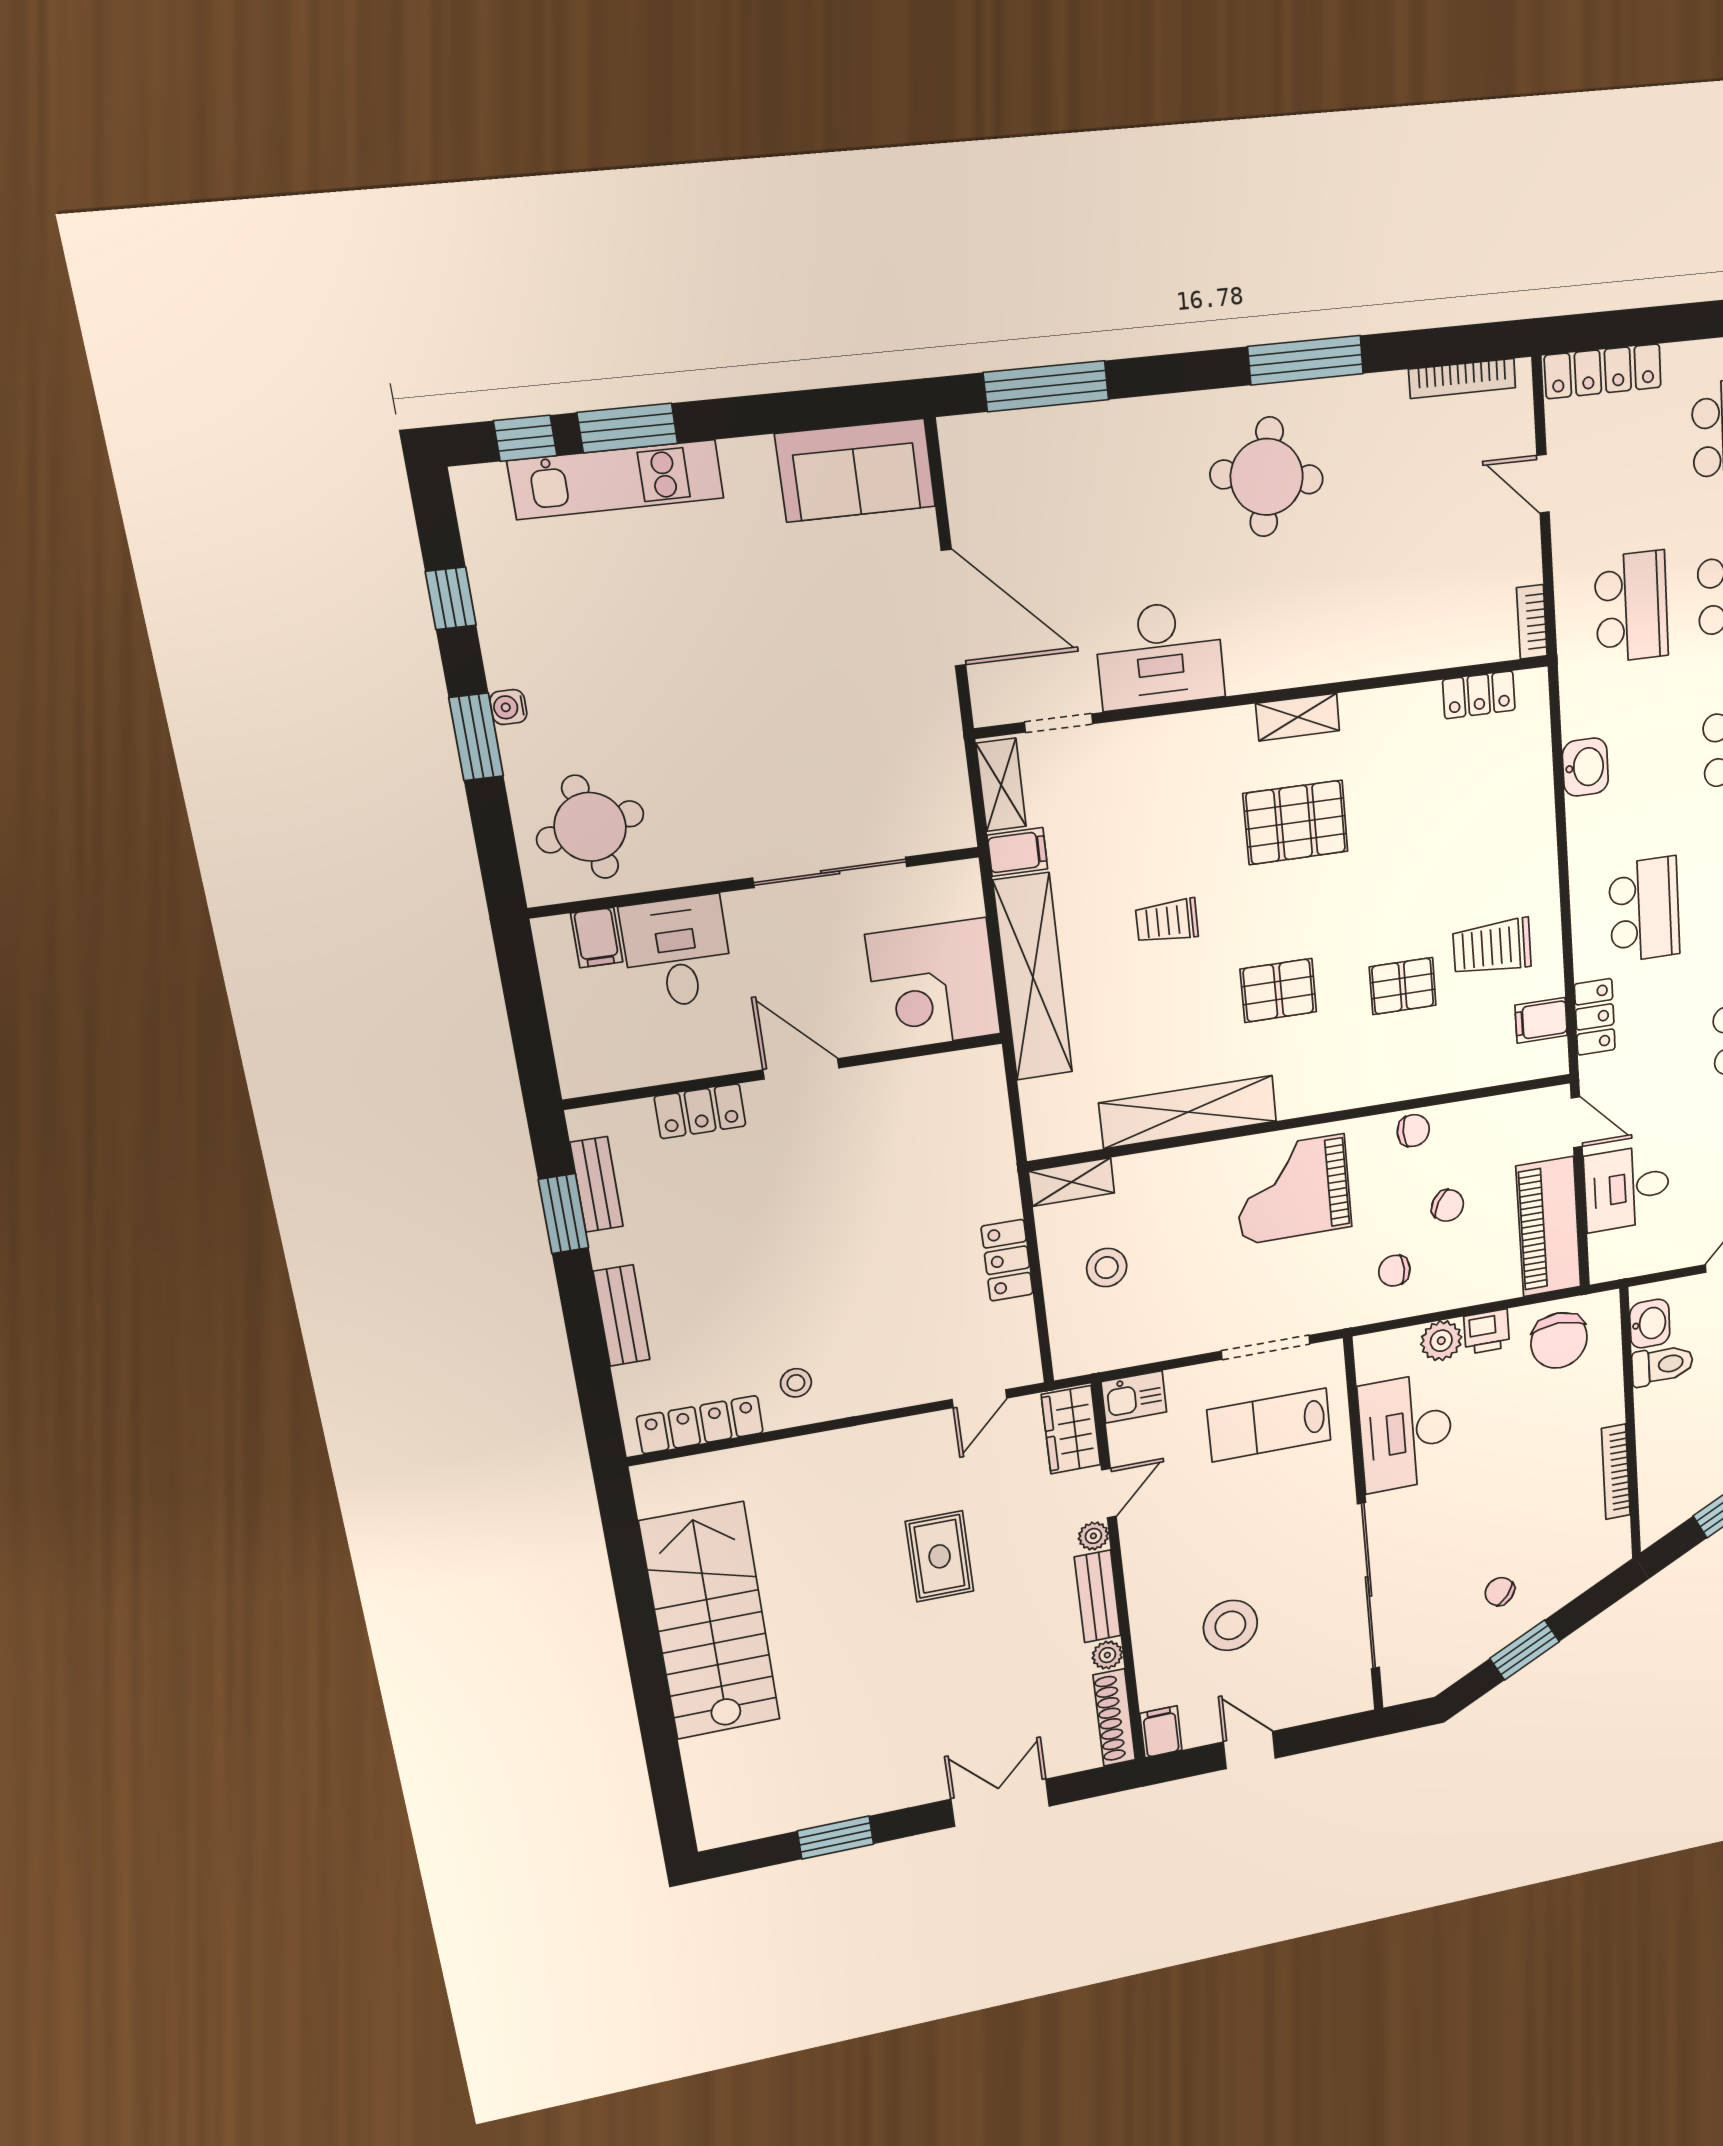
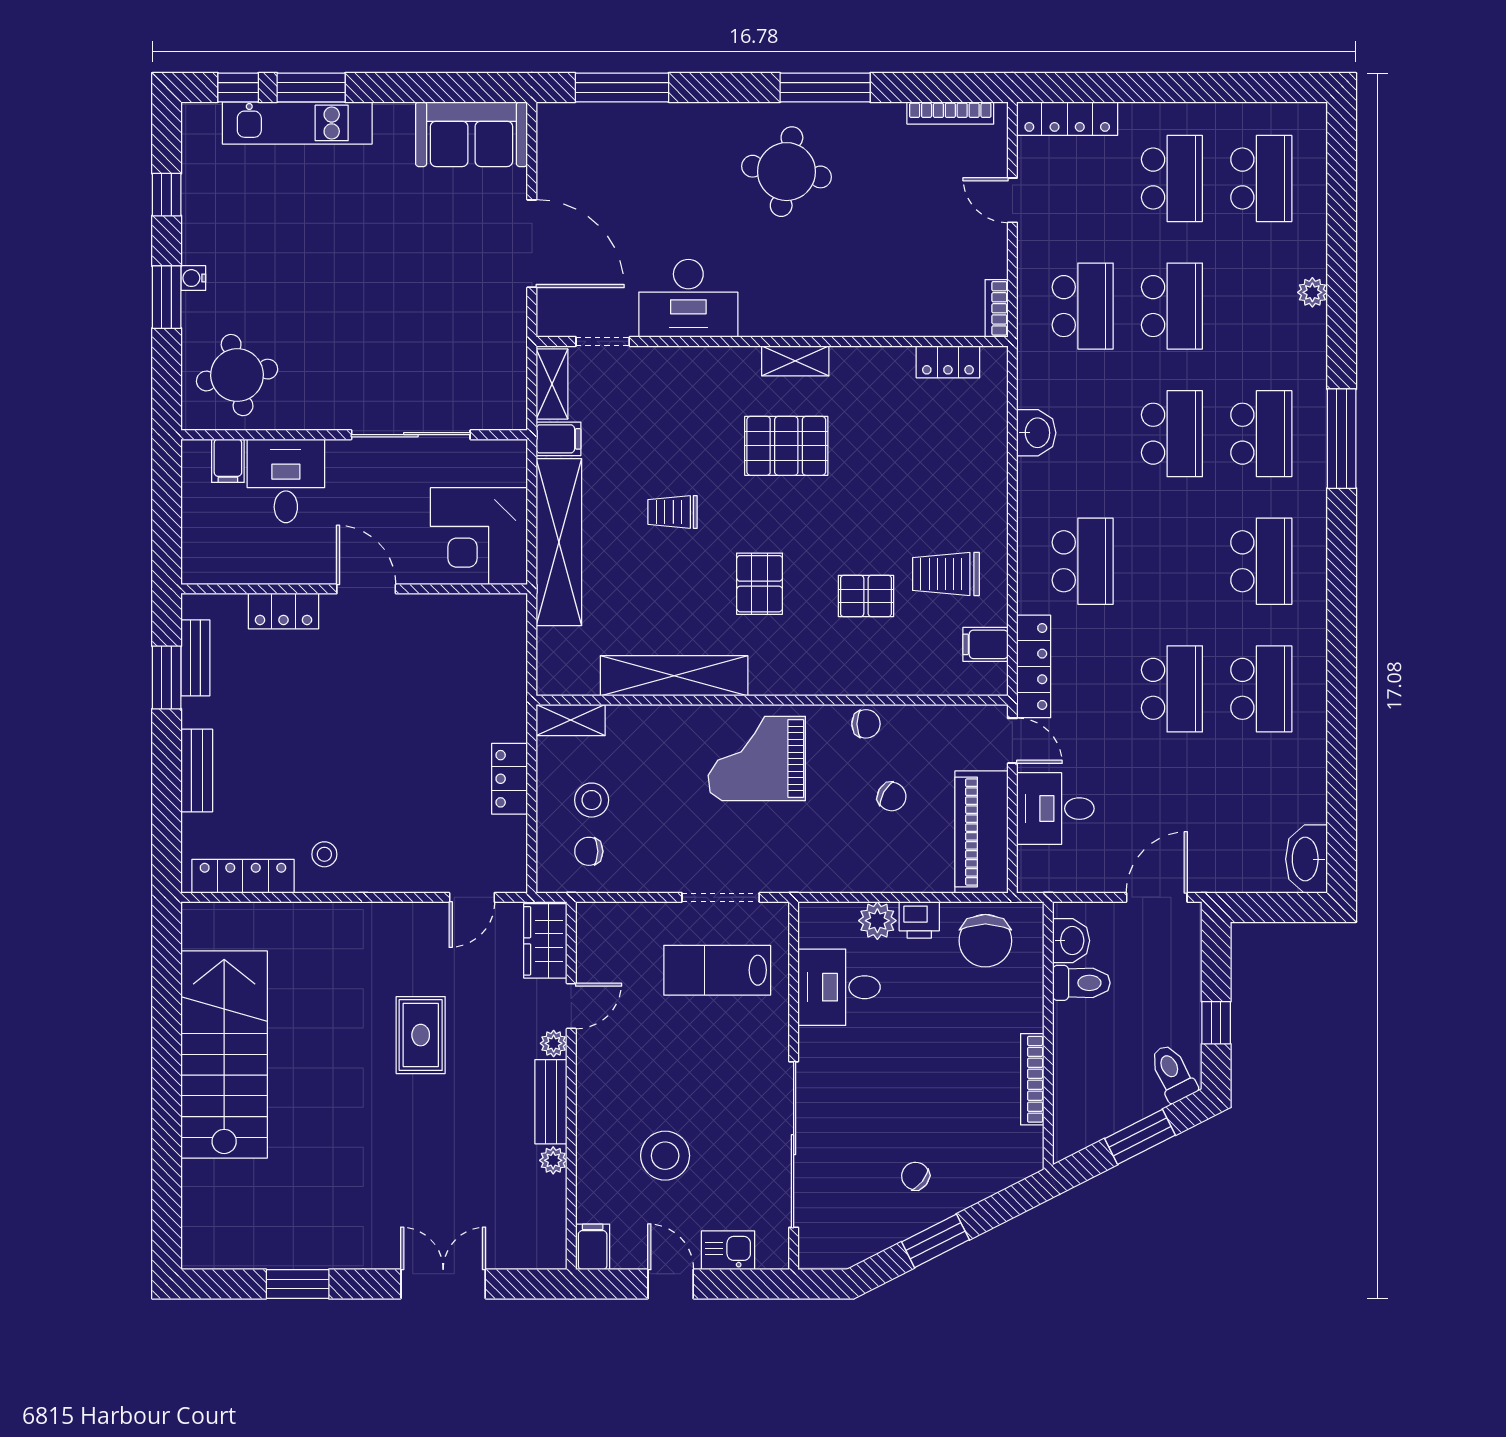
pallet: (1278, 990) -> (760, 584), turned 90
locker: (1595, 1017) -> (1034, 666), width x1.53
chair: (1394, 1271) -> (589, 851), moved
kitchen sink: (1134, 1397) -> (728, 1250), moved, turned 180
desk: (1406, 1432) -> (839, 987), width x0.73
shoe rack: (1114, 1718) -> (553, 1223), removed

